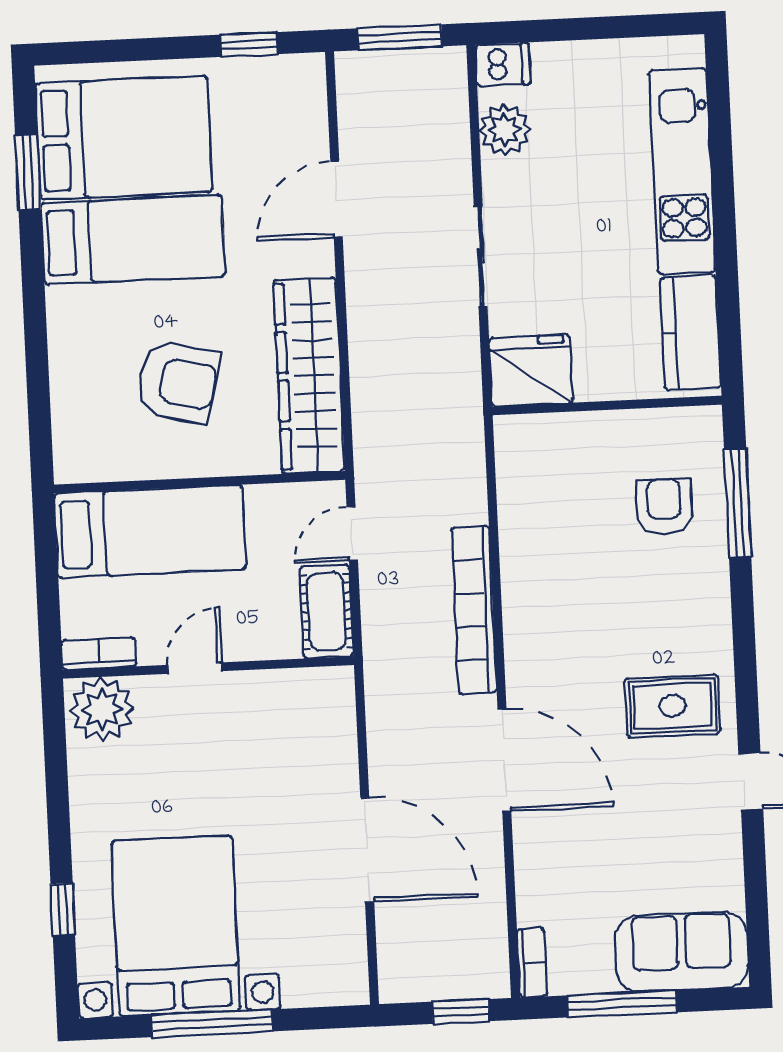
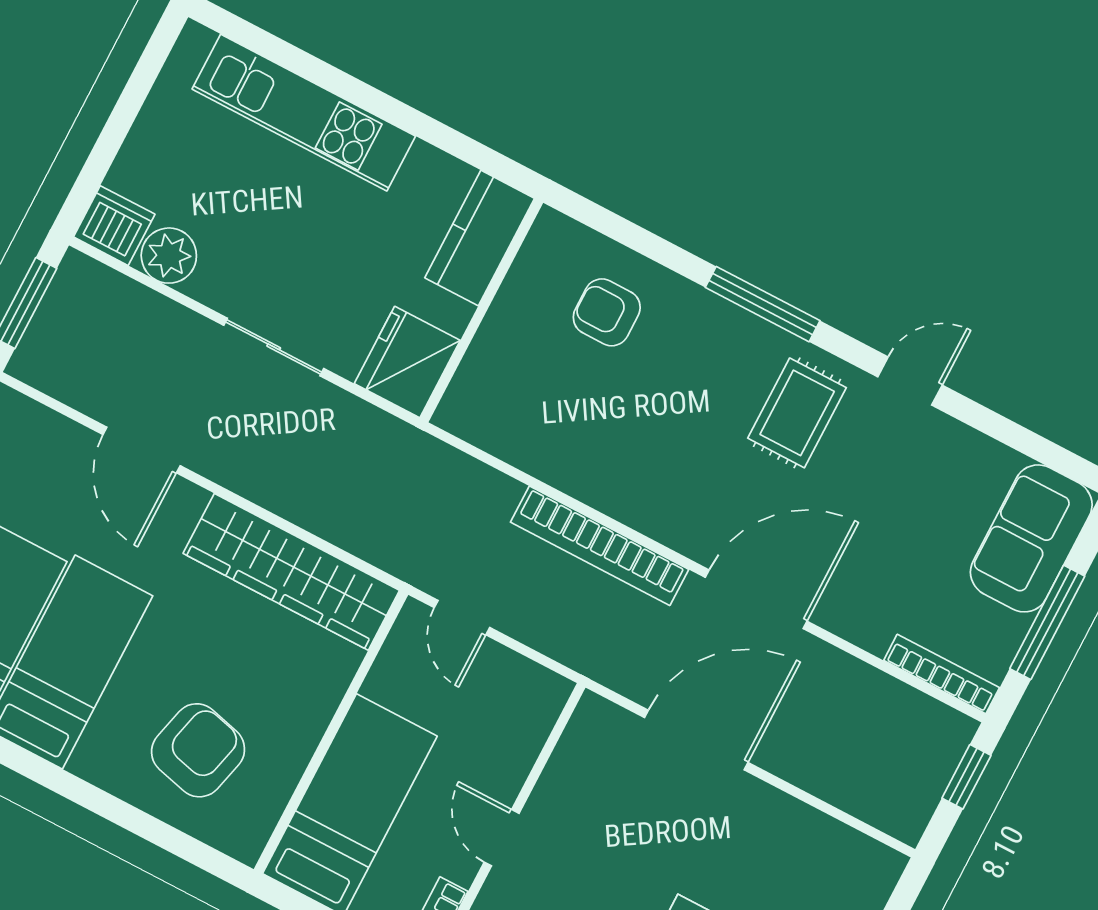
dishwasher: (503, 64) -> (114, 226), width x1.38
kitchen counter: (690, 333) -> (480, 238), moved, turned 90
armchair: (178, 382) -> (198, 750), moved
window: (738, 503) -> (763, 304), moved
cot: (326, 611) -> (520, 684), removed
door: (367, 850) -> (696, 740), moved
bookcase: (532, 963) -> (942, 674), width x1.56

